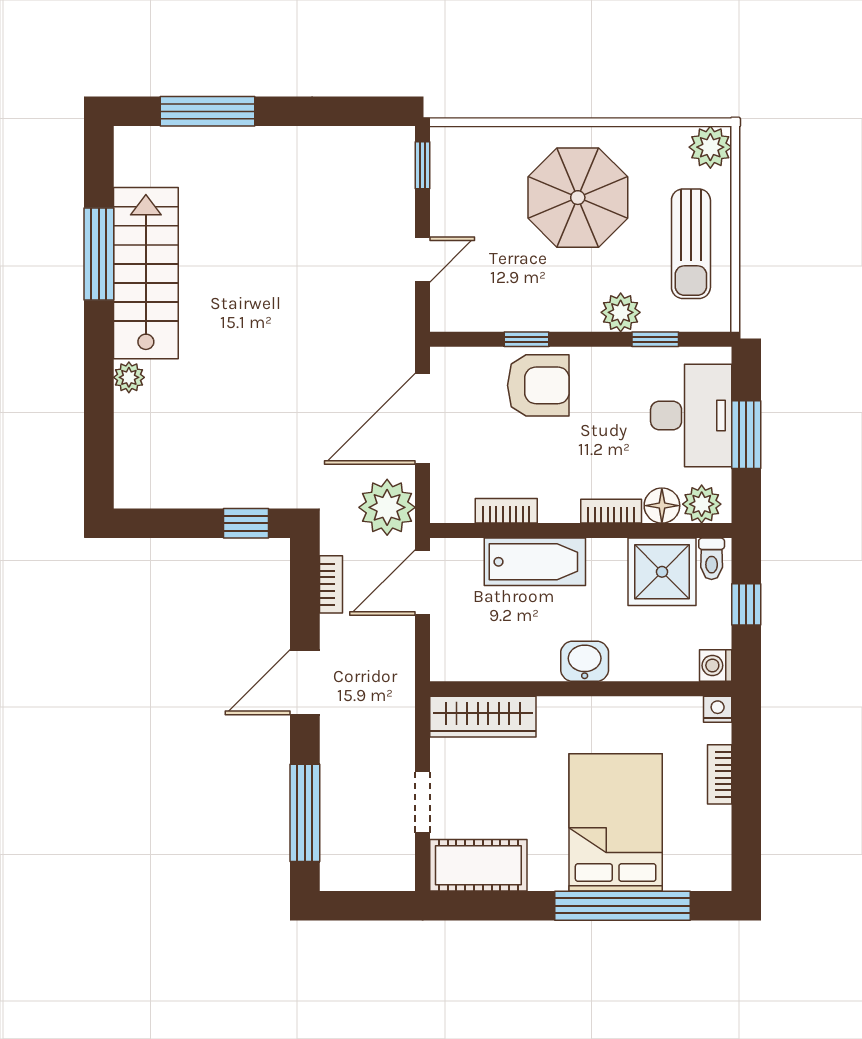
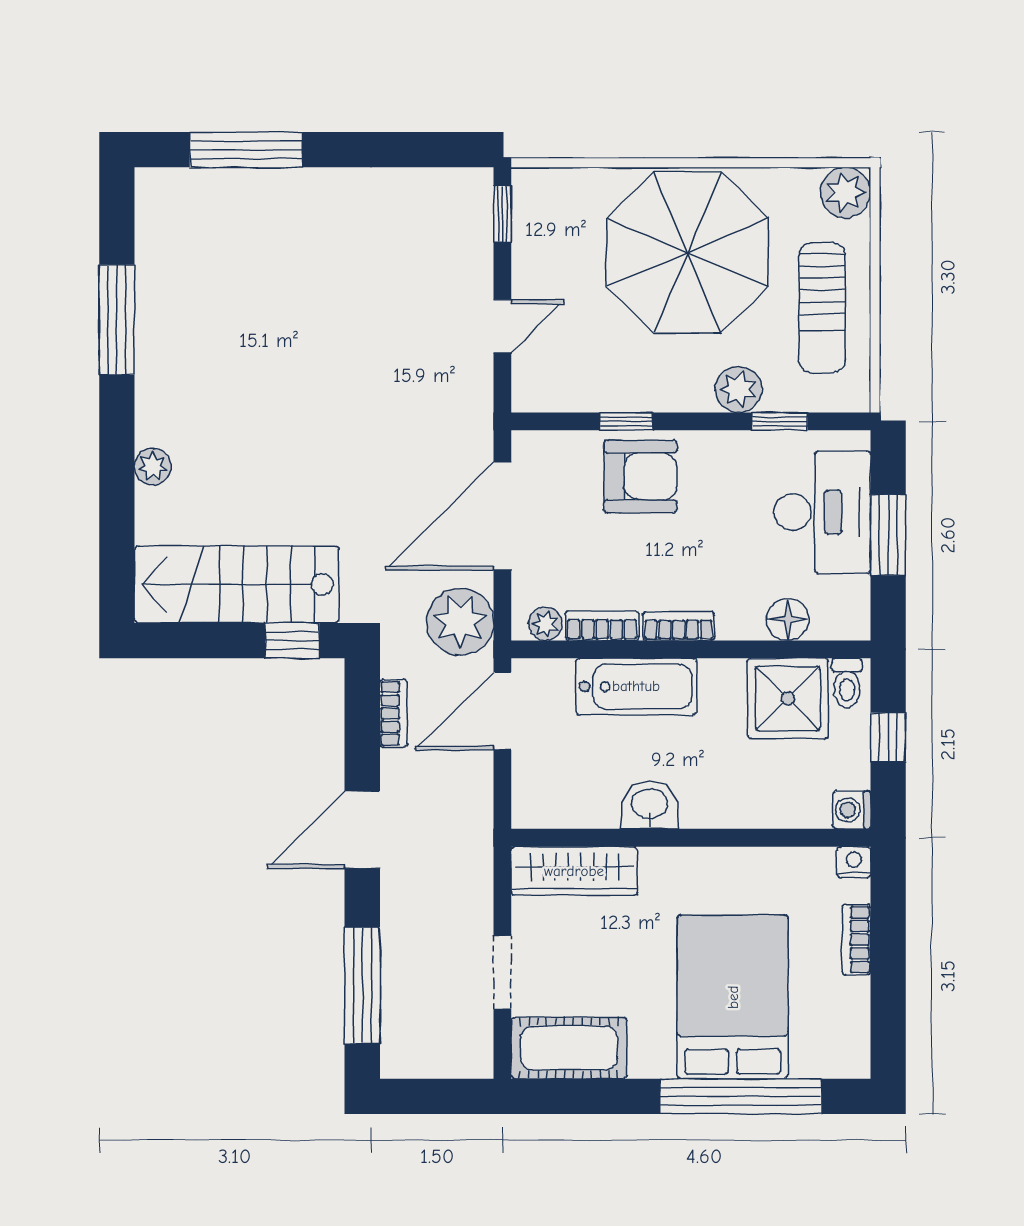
parasol: (578, 198) -> (687, 253), width x1.36, depth x1.36
stairs: (146, 273) -> (236, 584), moved, turned -90
plant: (702, 504) -> (545, 624), moved, width x0.73, depth x0.73
bookcase: (611, 511) -> (679, 626), moved
washbasin: (585, 661) -> (650, 805), moved

